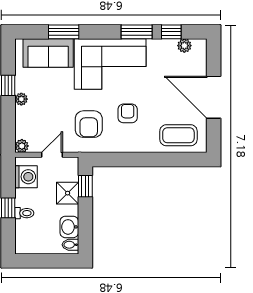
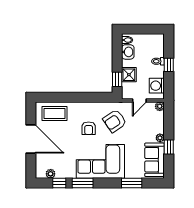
sofa: (48, 53) -> (155, 160), moved, turned -90
armchair: (89, 124) -> (115, 121), turned -124

